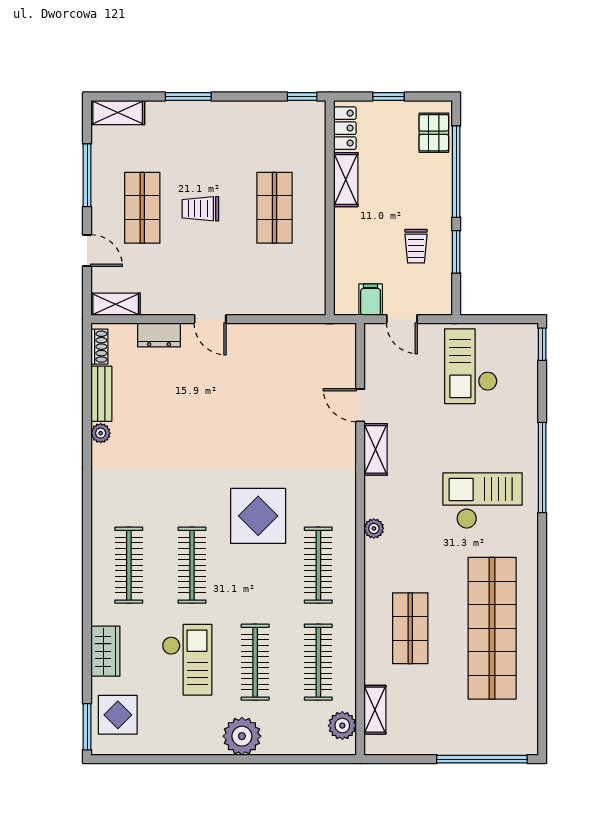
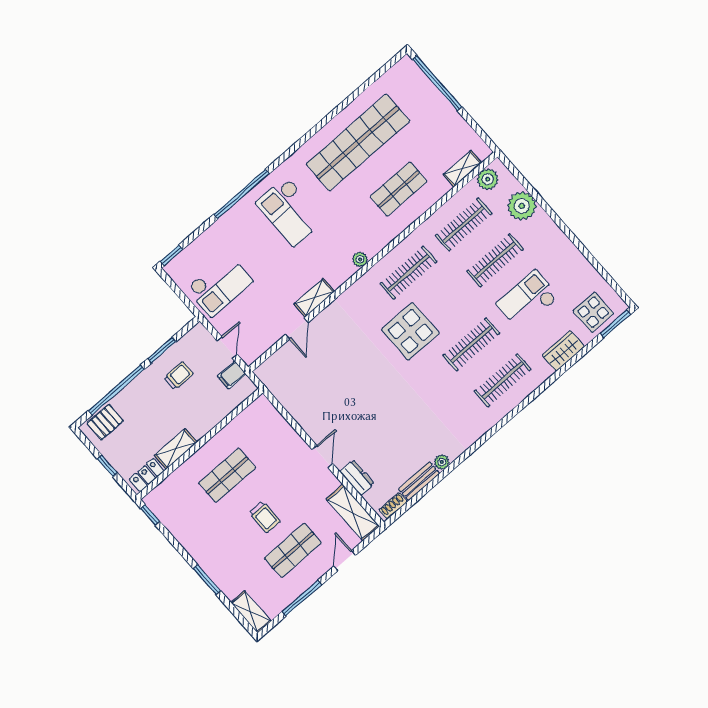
shelving: (116, 304) -> (353, 513), width x1.50, depth x1.33
plant: (242, 736) -> (522, 206), moved

